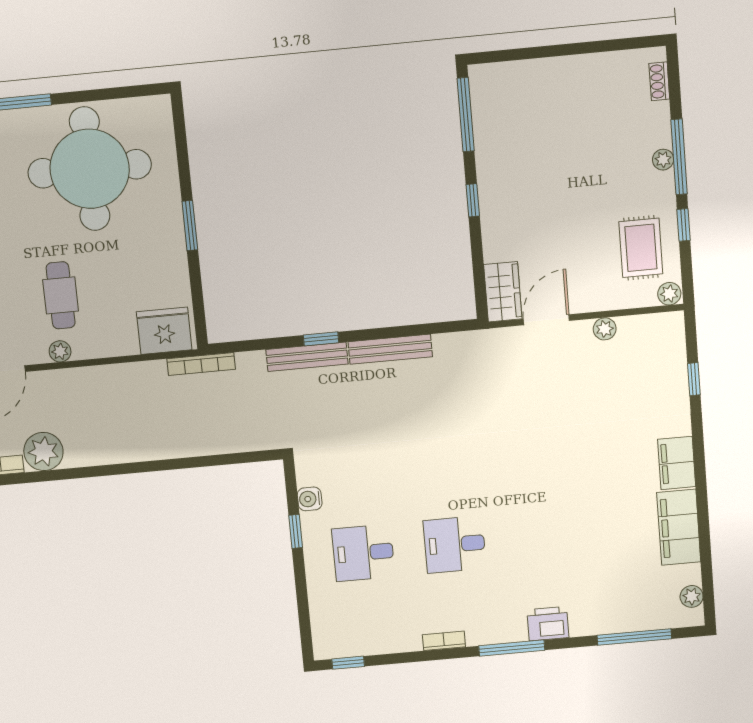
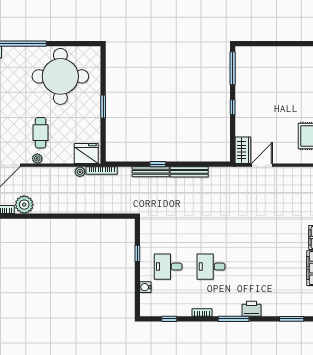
plant: (605, 329) -> (80, 172), moved
water cooler: (310, 499) -> (145, 287), moved
window: (634, 637) -> (292, 319), width x0.69
window: (348, 663) -> (169, 319), moved

